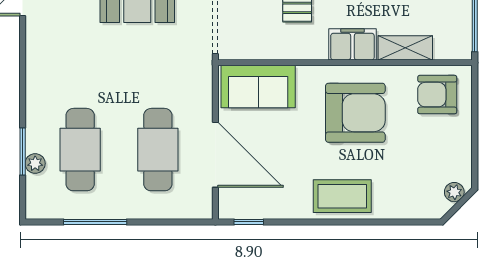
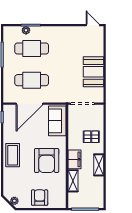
armchair: (437, 95) -> (40, 198), moved

